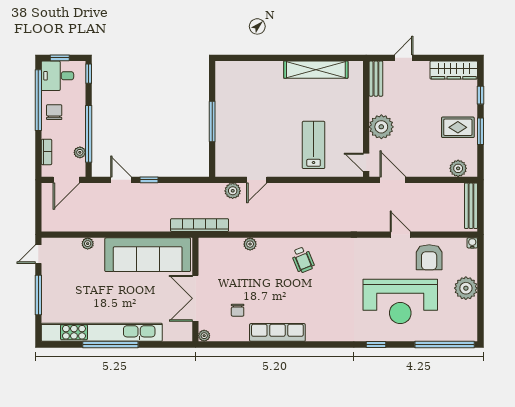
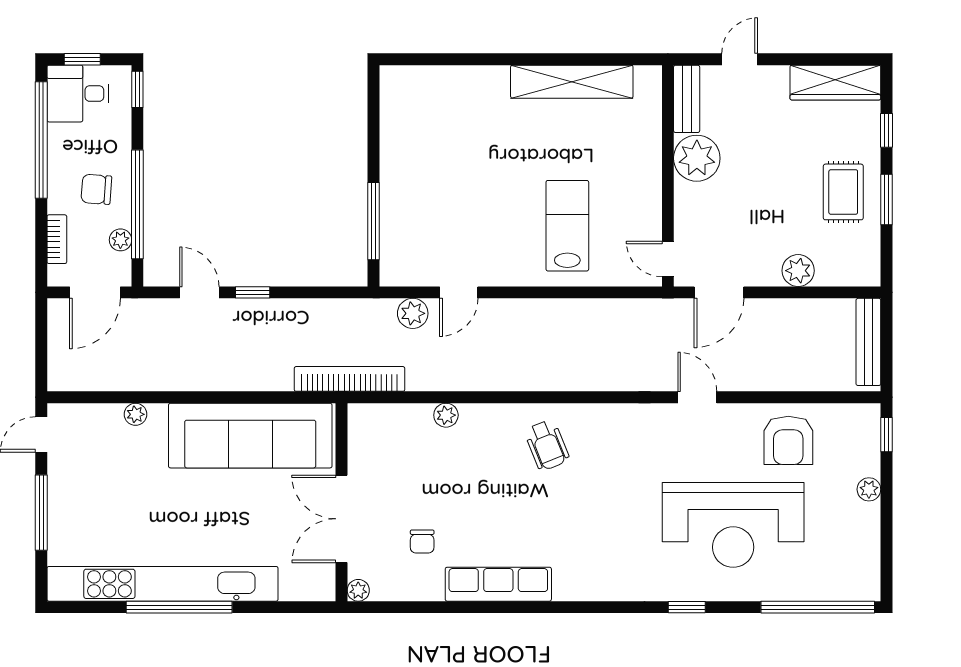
chair: (54, 112) -> (96, 189), moved, turned -86
window: (212, 121) -> (373, 221), moved
plant: (381, 127) -> (697, 158), moved
rug: (458, 127) -> (843, 192), turned 90
plant: (458, 168) -> (798, 271), moved
door: (393, 180) -> (719, 292), swing flipped
door: (400, 235) -> (697, 397), moved
water cooler: (472, 243) -> (871, 413), removed
window: (480, 254) -> (886, 435), added
plant: (466, 288) -> (869, 489), width x0.53, depth x0.53

